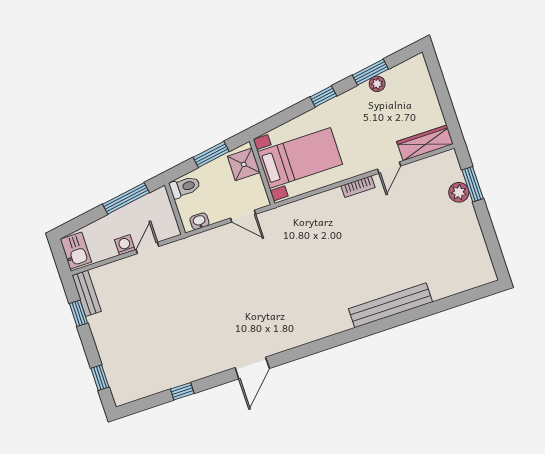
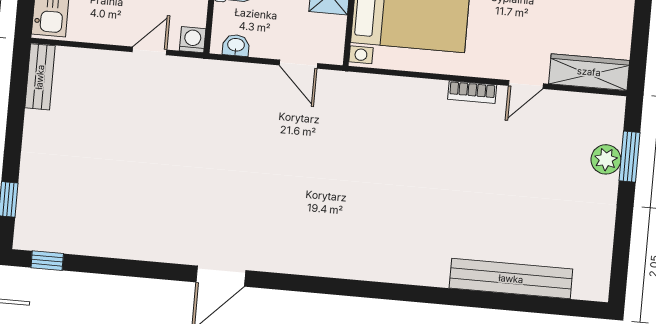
washing machine: (125, 245) -> (193, 40), moved
bench: (391, 305) -> (511, 279), moved
window: (79, 313) -> (17, 99), removed
window: (182, 391) -> (47, 261), moved

